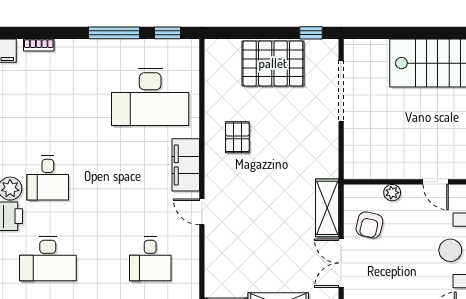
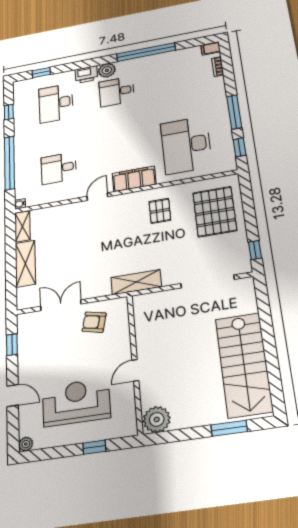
pallet: (273, 63) -> (215, 212), moved
pallet: (237, 137) -> (160, 211), turned 90
plant: (392, 193) -> (123, 336), removed
shelving: (327, 208) -> (136, 282), moved

